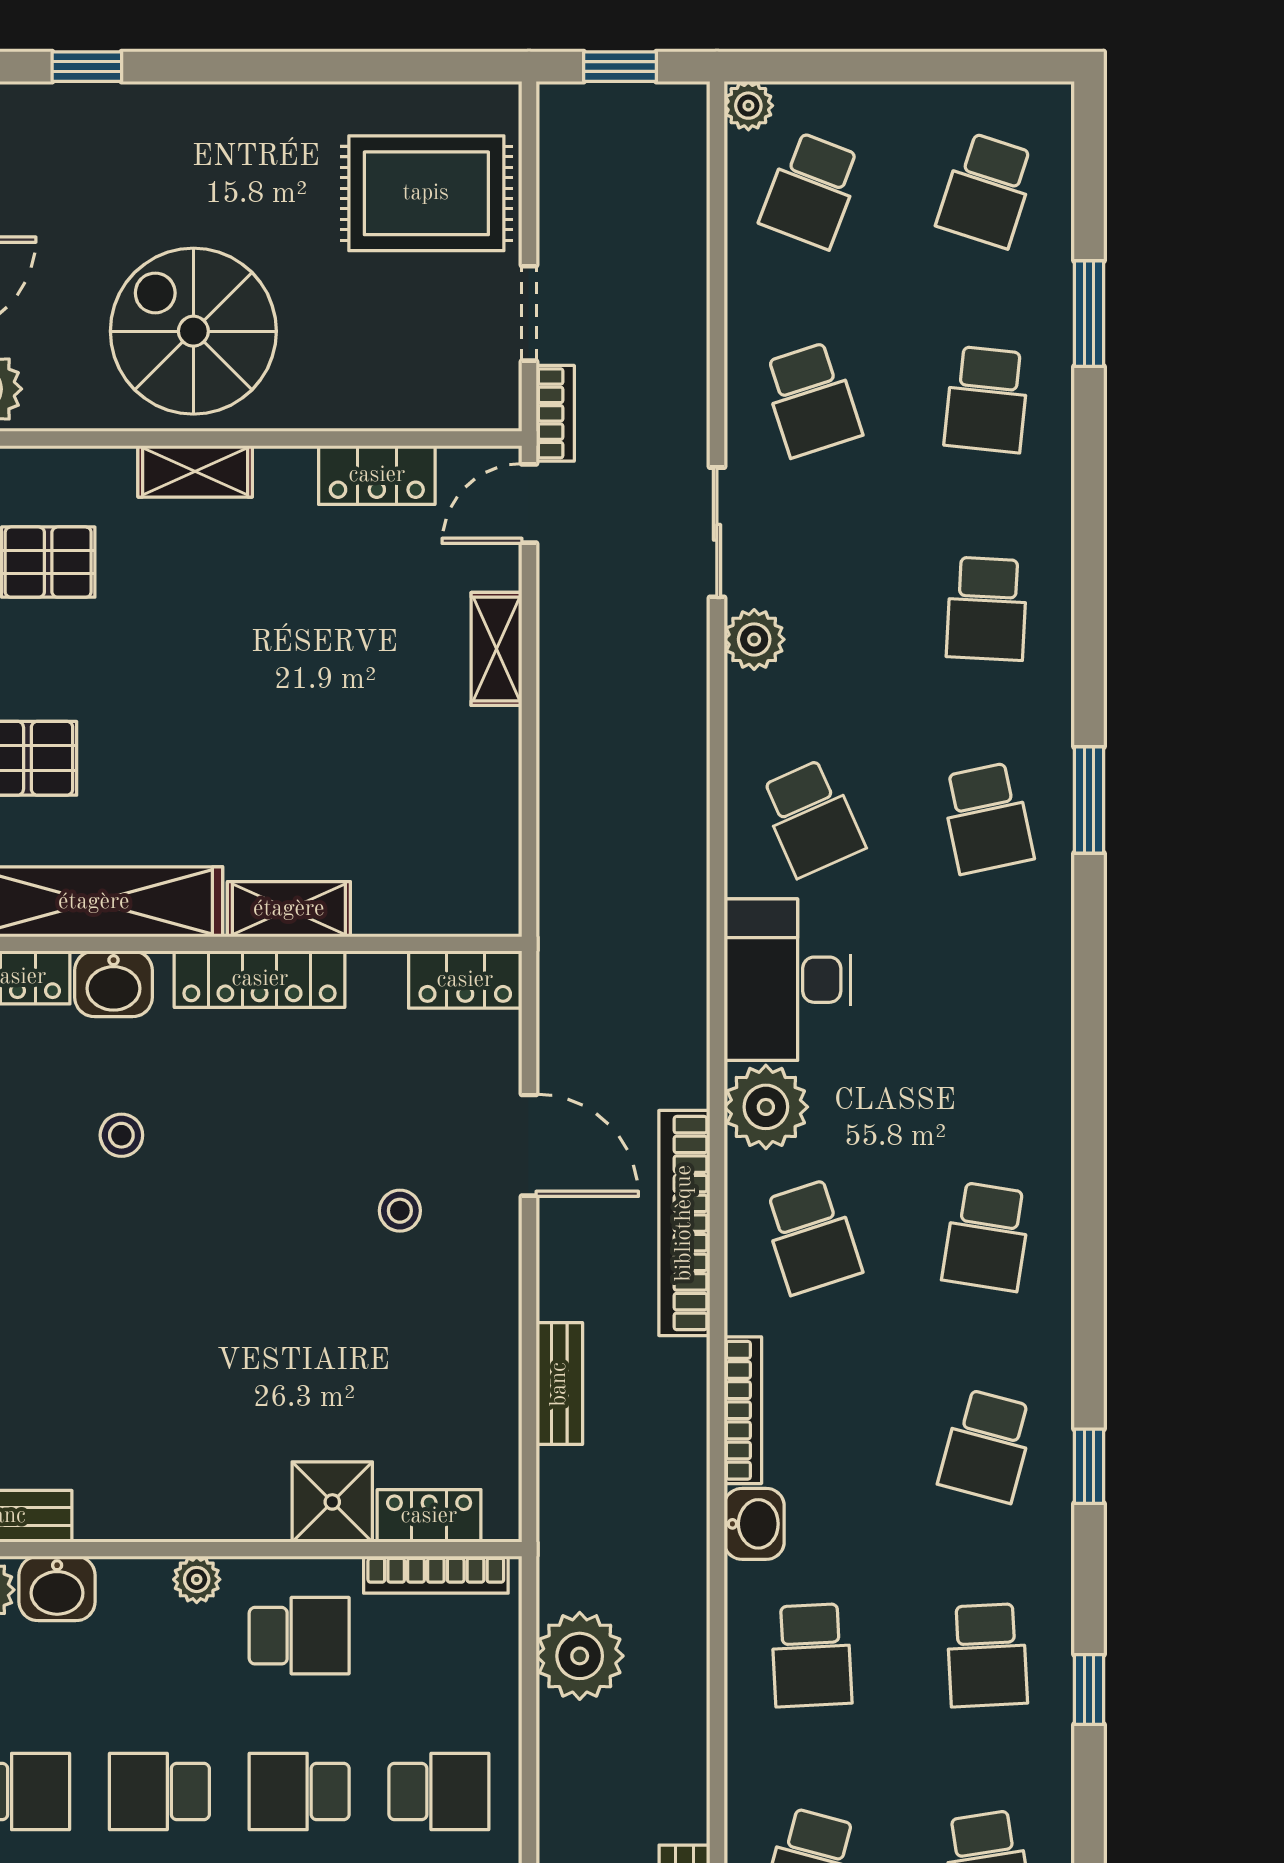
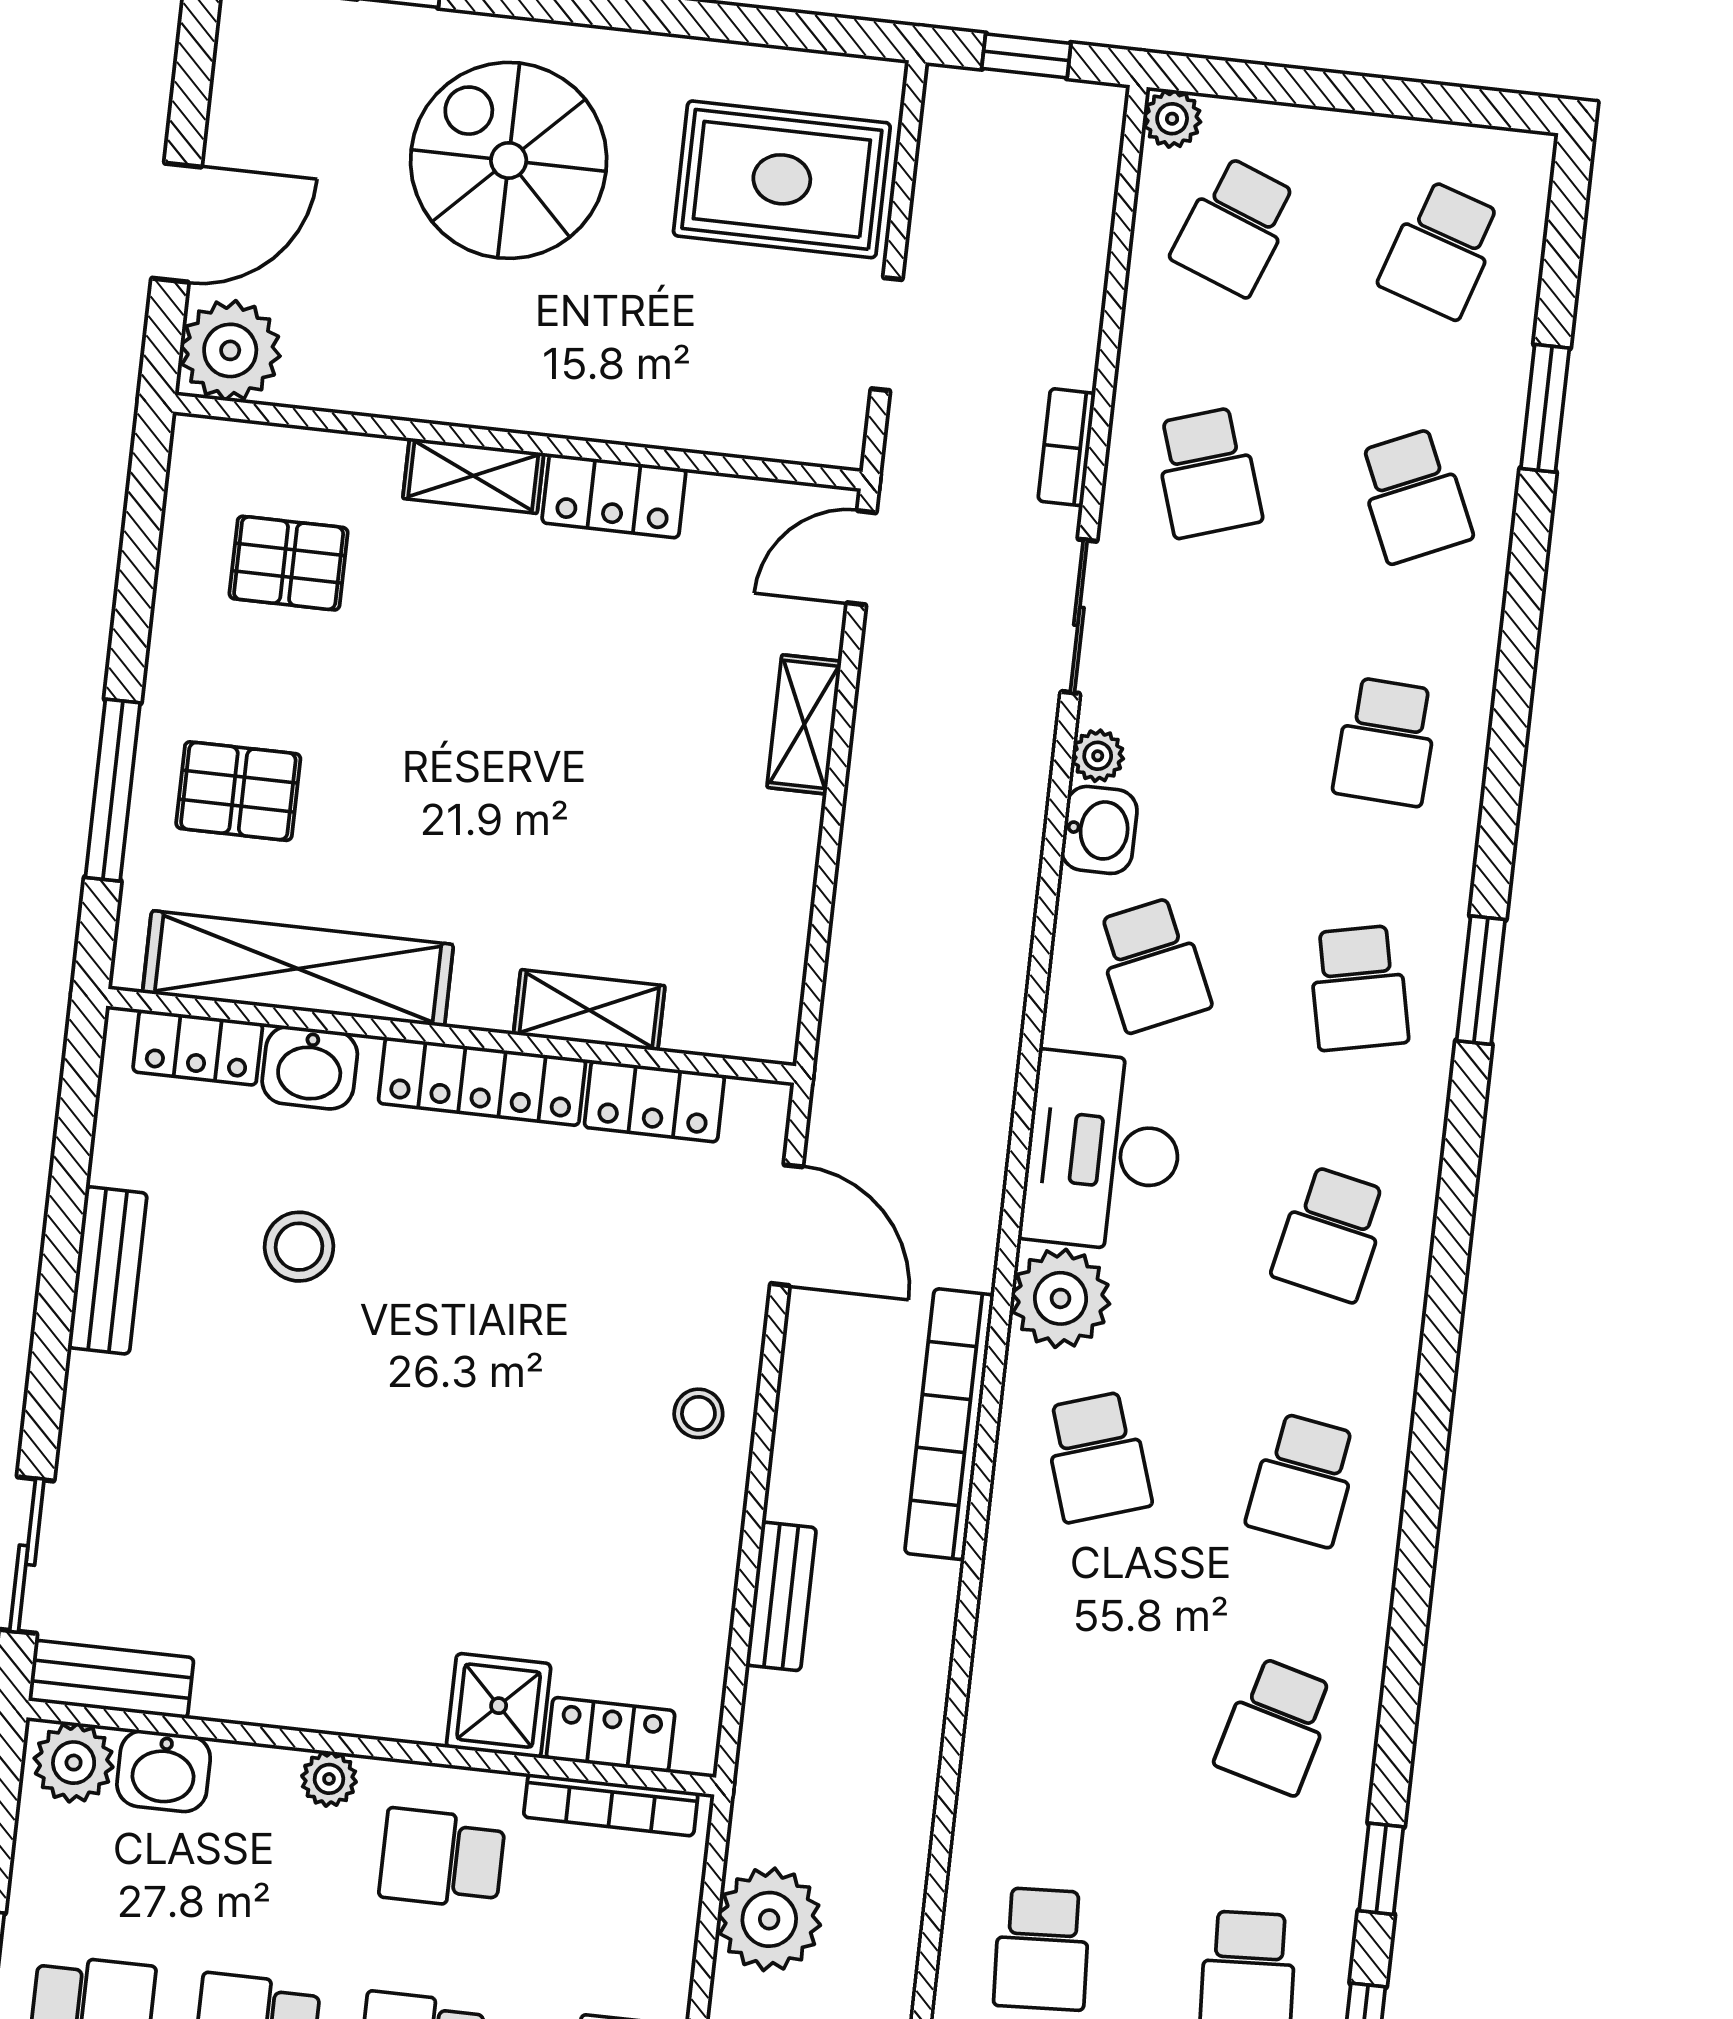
spiral stairs: (193, 331) -> (509, 160), moved
school desk: (987, 399) -> (1414, 496), turned -30
bookcase: (555, 413) -> (1067, 447), moved, turned 180
locker: (377, 475) -> (614, 496), moved
plant: (754, 639) -> (1098, 756), width x0.73, depth x0.73
shelving: (289, 909) -> (589, 1010), moved
locker: (465, 980) -> (654, 1101), moved
school desk: (987, 1027) -> (1331, 1234), added
stool: (121, 1135) -> (299, 1247), width x1.37, depth x1.37
door: (529, 1145) -> (787, 1225), moved
stool: (400, 1211) -> (698, 1413), moved
bookcase: (743, 1410) -> (993, 1652), removed
window: (1089, 1466) -> (1381, 1869), moved
washbasin: (754, 1524) -> (1099, 830), moved
school desk: (299, 1636) -> (442, 1859), turned 180

